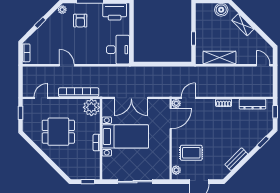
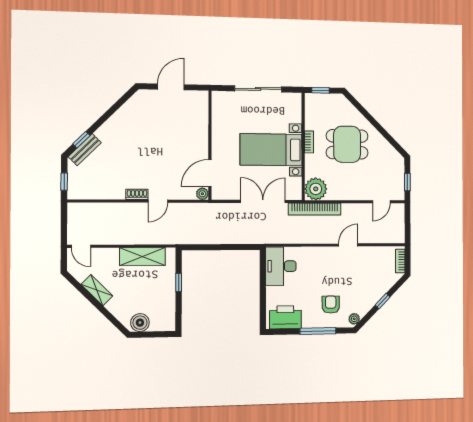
shelving: (243, 25) -> (97, 290), moved
door: (67, 65) -> (348, 245), swing flipped
bookcase: (79, 92) -> (315, 209), moved
door: (188, 98) -> (158, 201), moved
dresser: (253, 104) -> (96, 192), removed
dining table: (58, 132) -> (347, 144), moved
rug: (191, 153) -> (182, 126), removed
bench: (236, 159) -> (85, 150), moved
plant: (176, 170) -> (202, 103), removed

